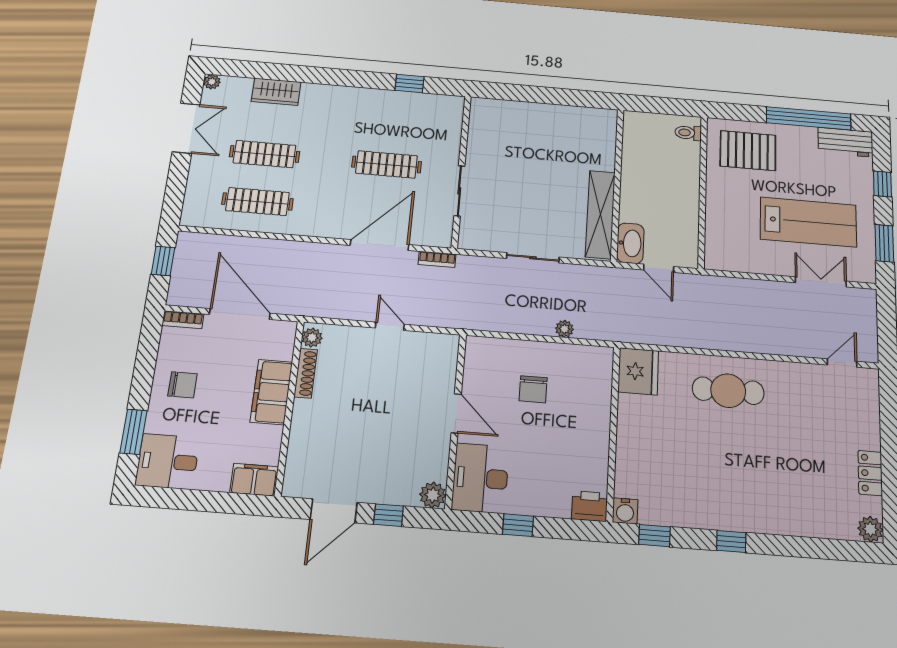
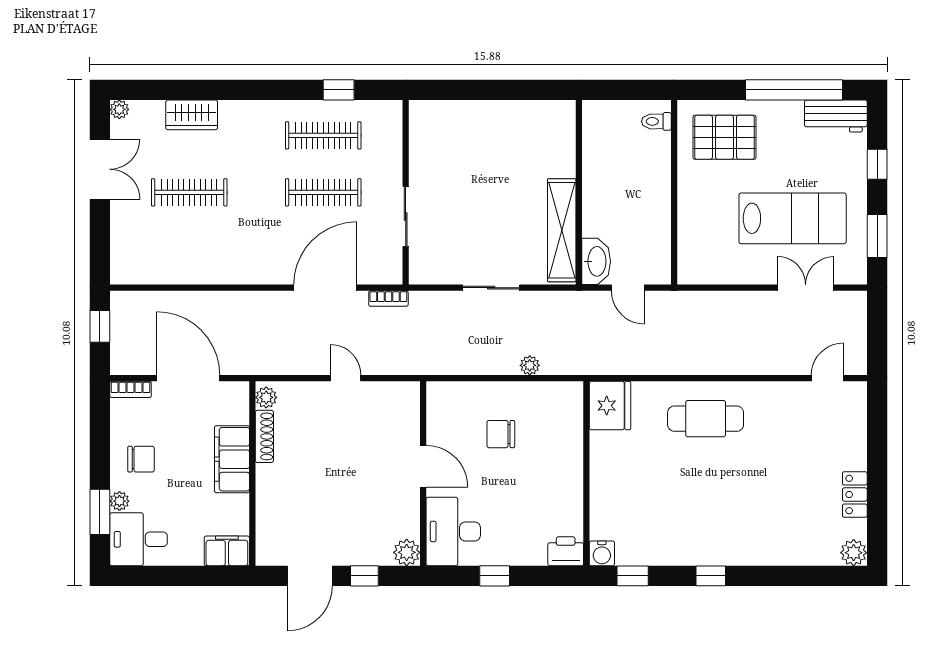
clothes rail: (258, 202) -> (323, 135), moved
chair: (533, 389) -> (501, 434), turned 90
plant: (155, 423) -> (119, 501), added

